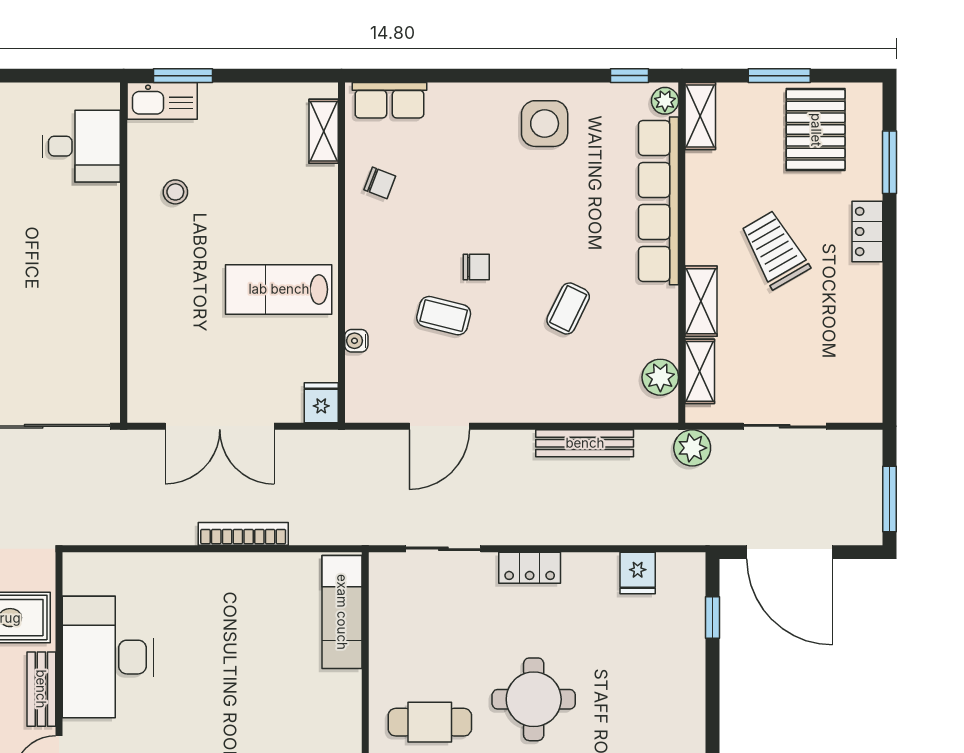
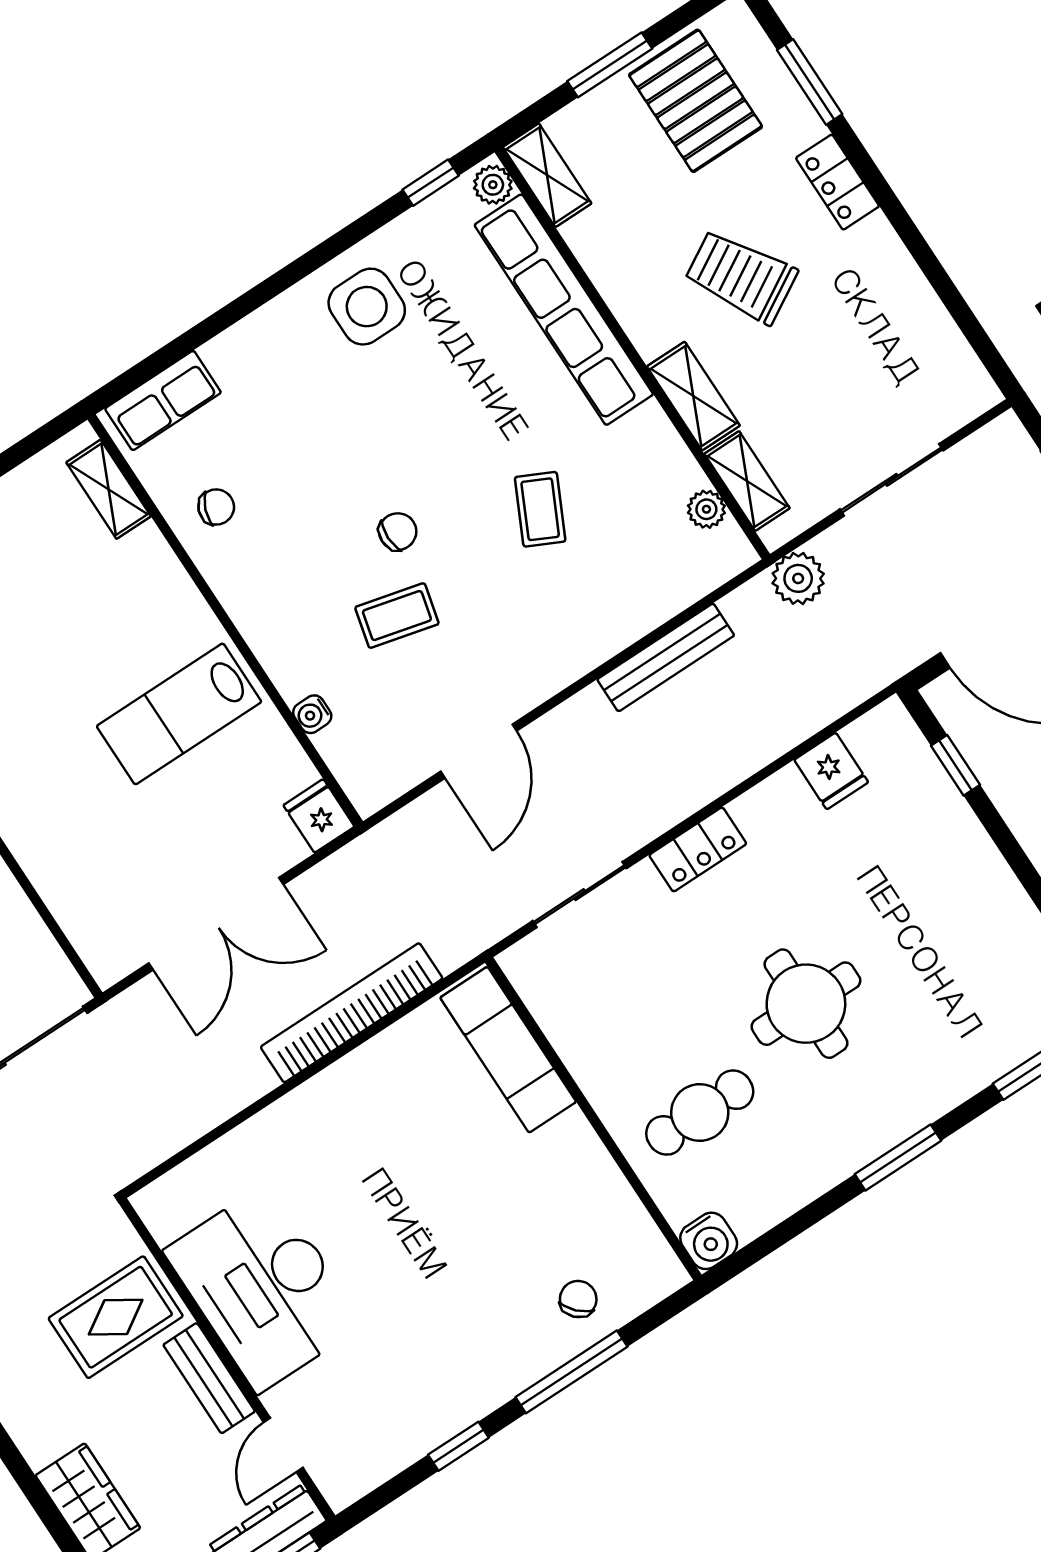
plant: (660, 377) -> (706, 509), width x0.73, depth x0.73
bookcase: (243, 534) -> (352, 1013), width x1.48, depth x1.31

